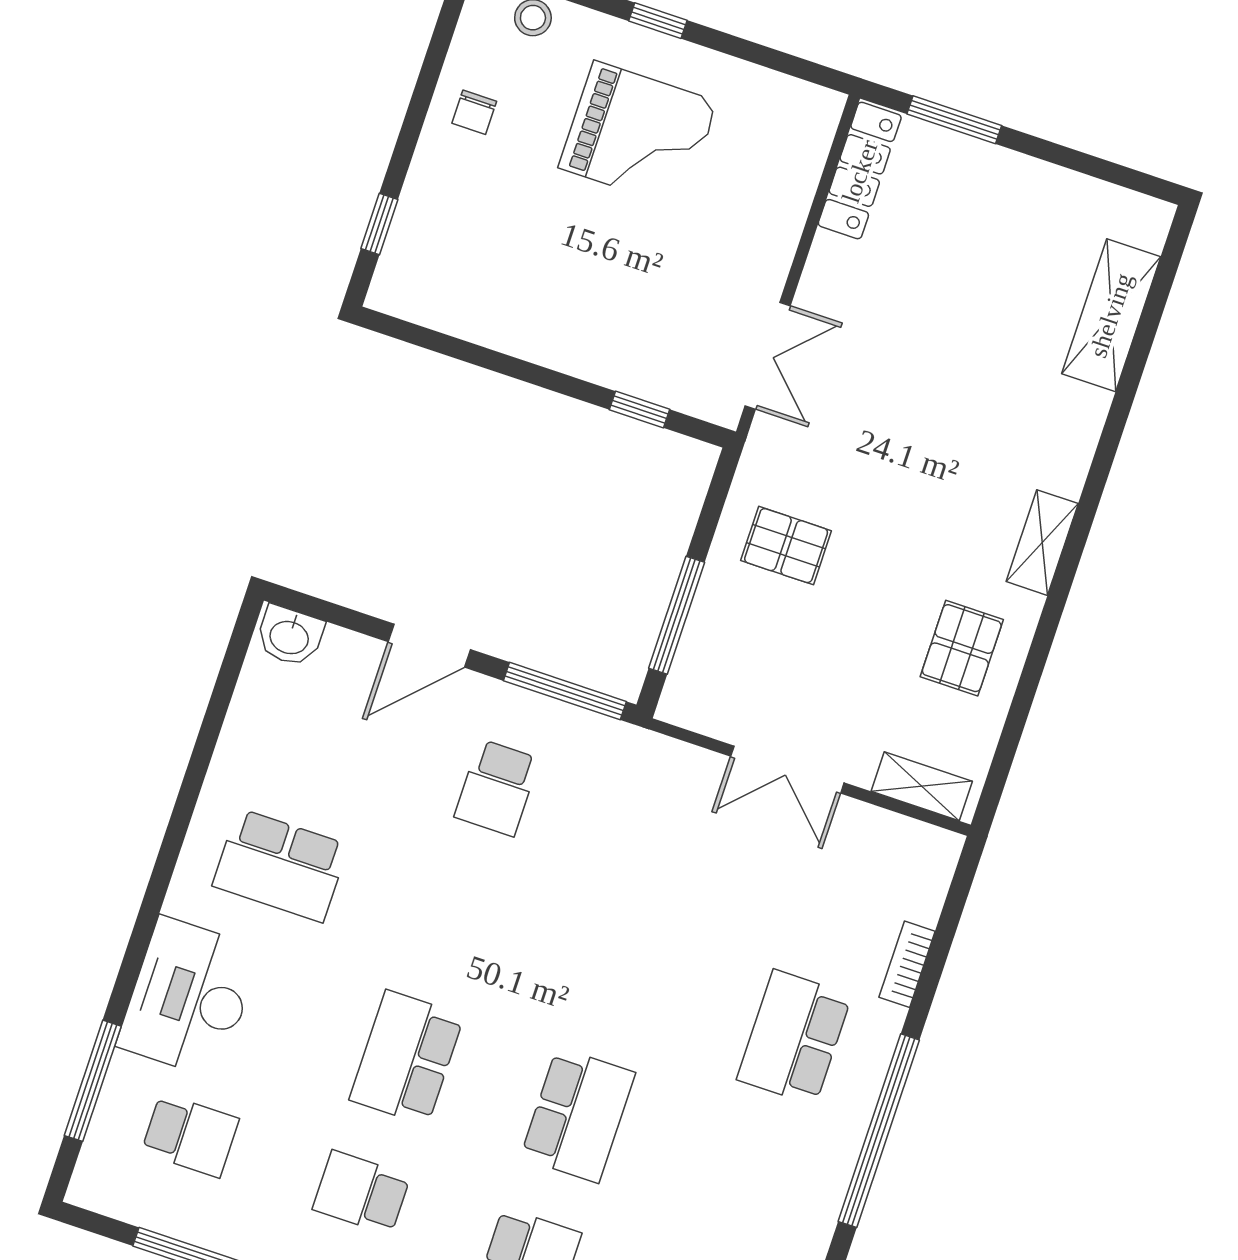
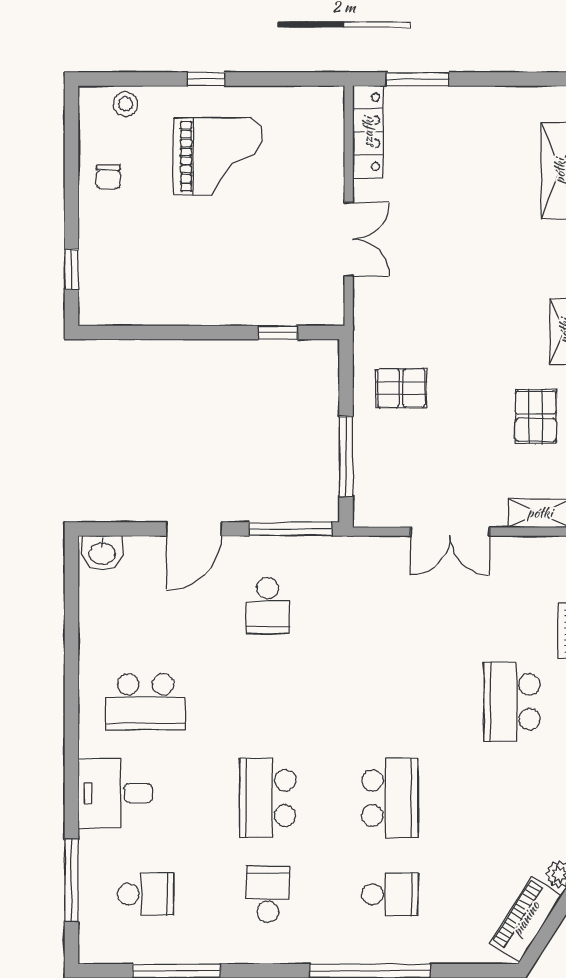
double door: (768, 356) -> (349, 239), moved
desk: (189, 997) -> (115, 793), width x0.73
school desk: (361, 1193) -> (268, 894), turned 90

